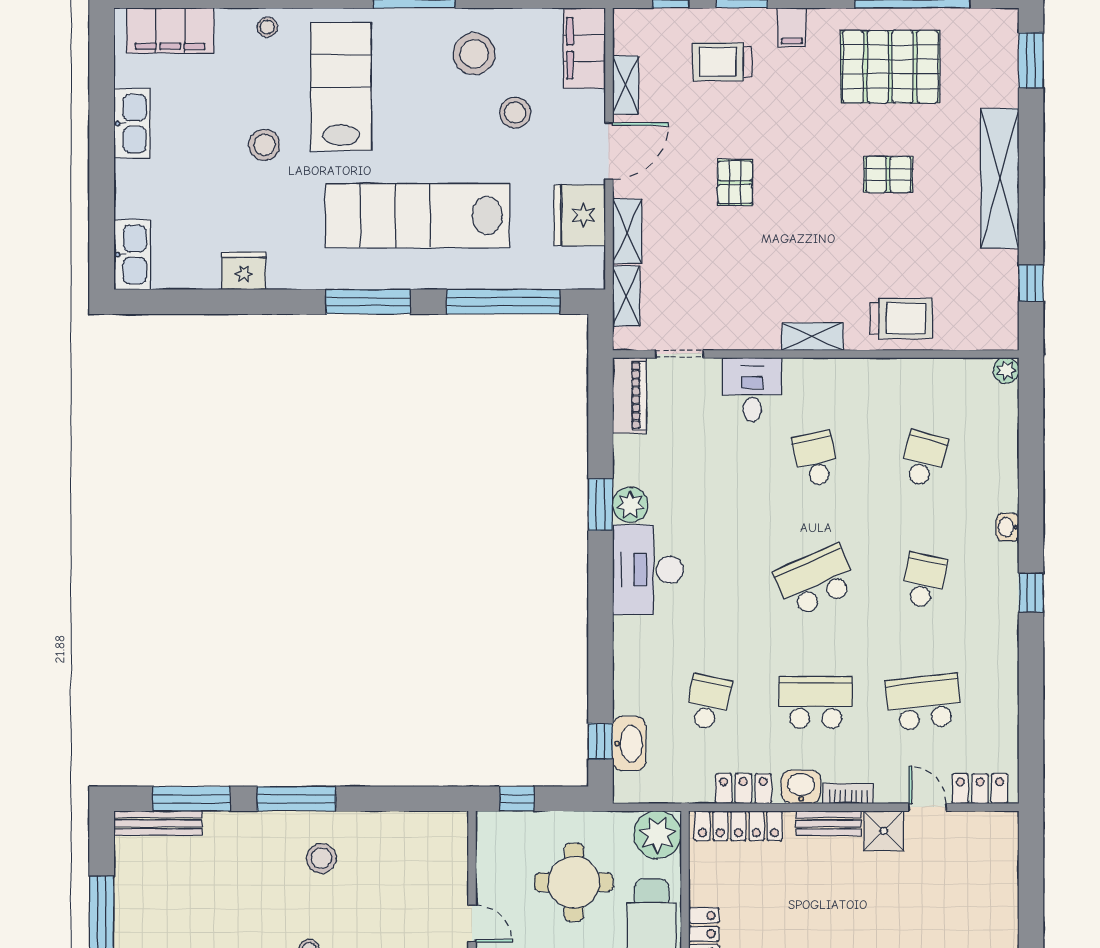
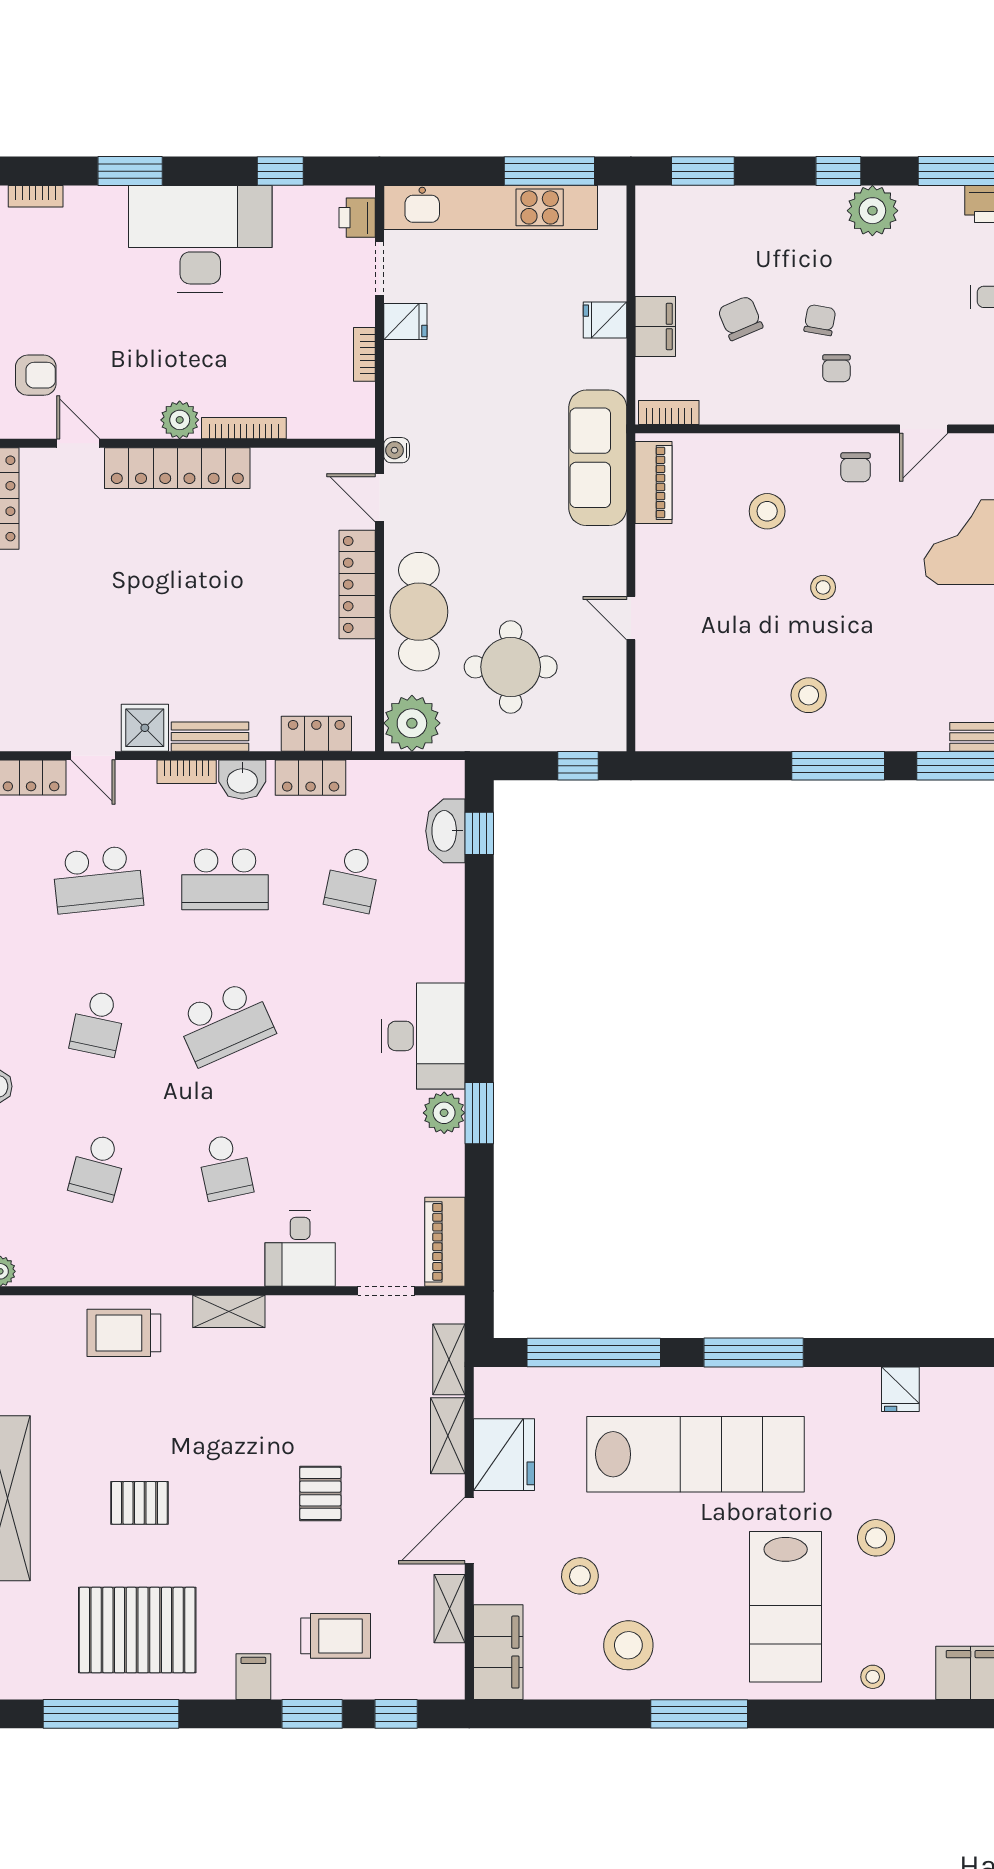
fridge: (244, 271) -> (900, 1389), width x0.72
locker: (738, 826) -> (316, 734), width x0.66

